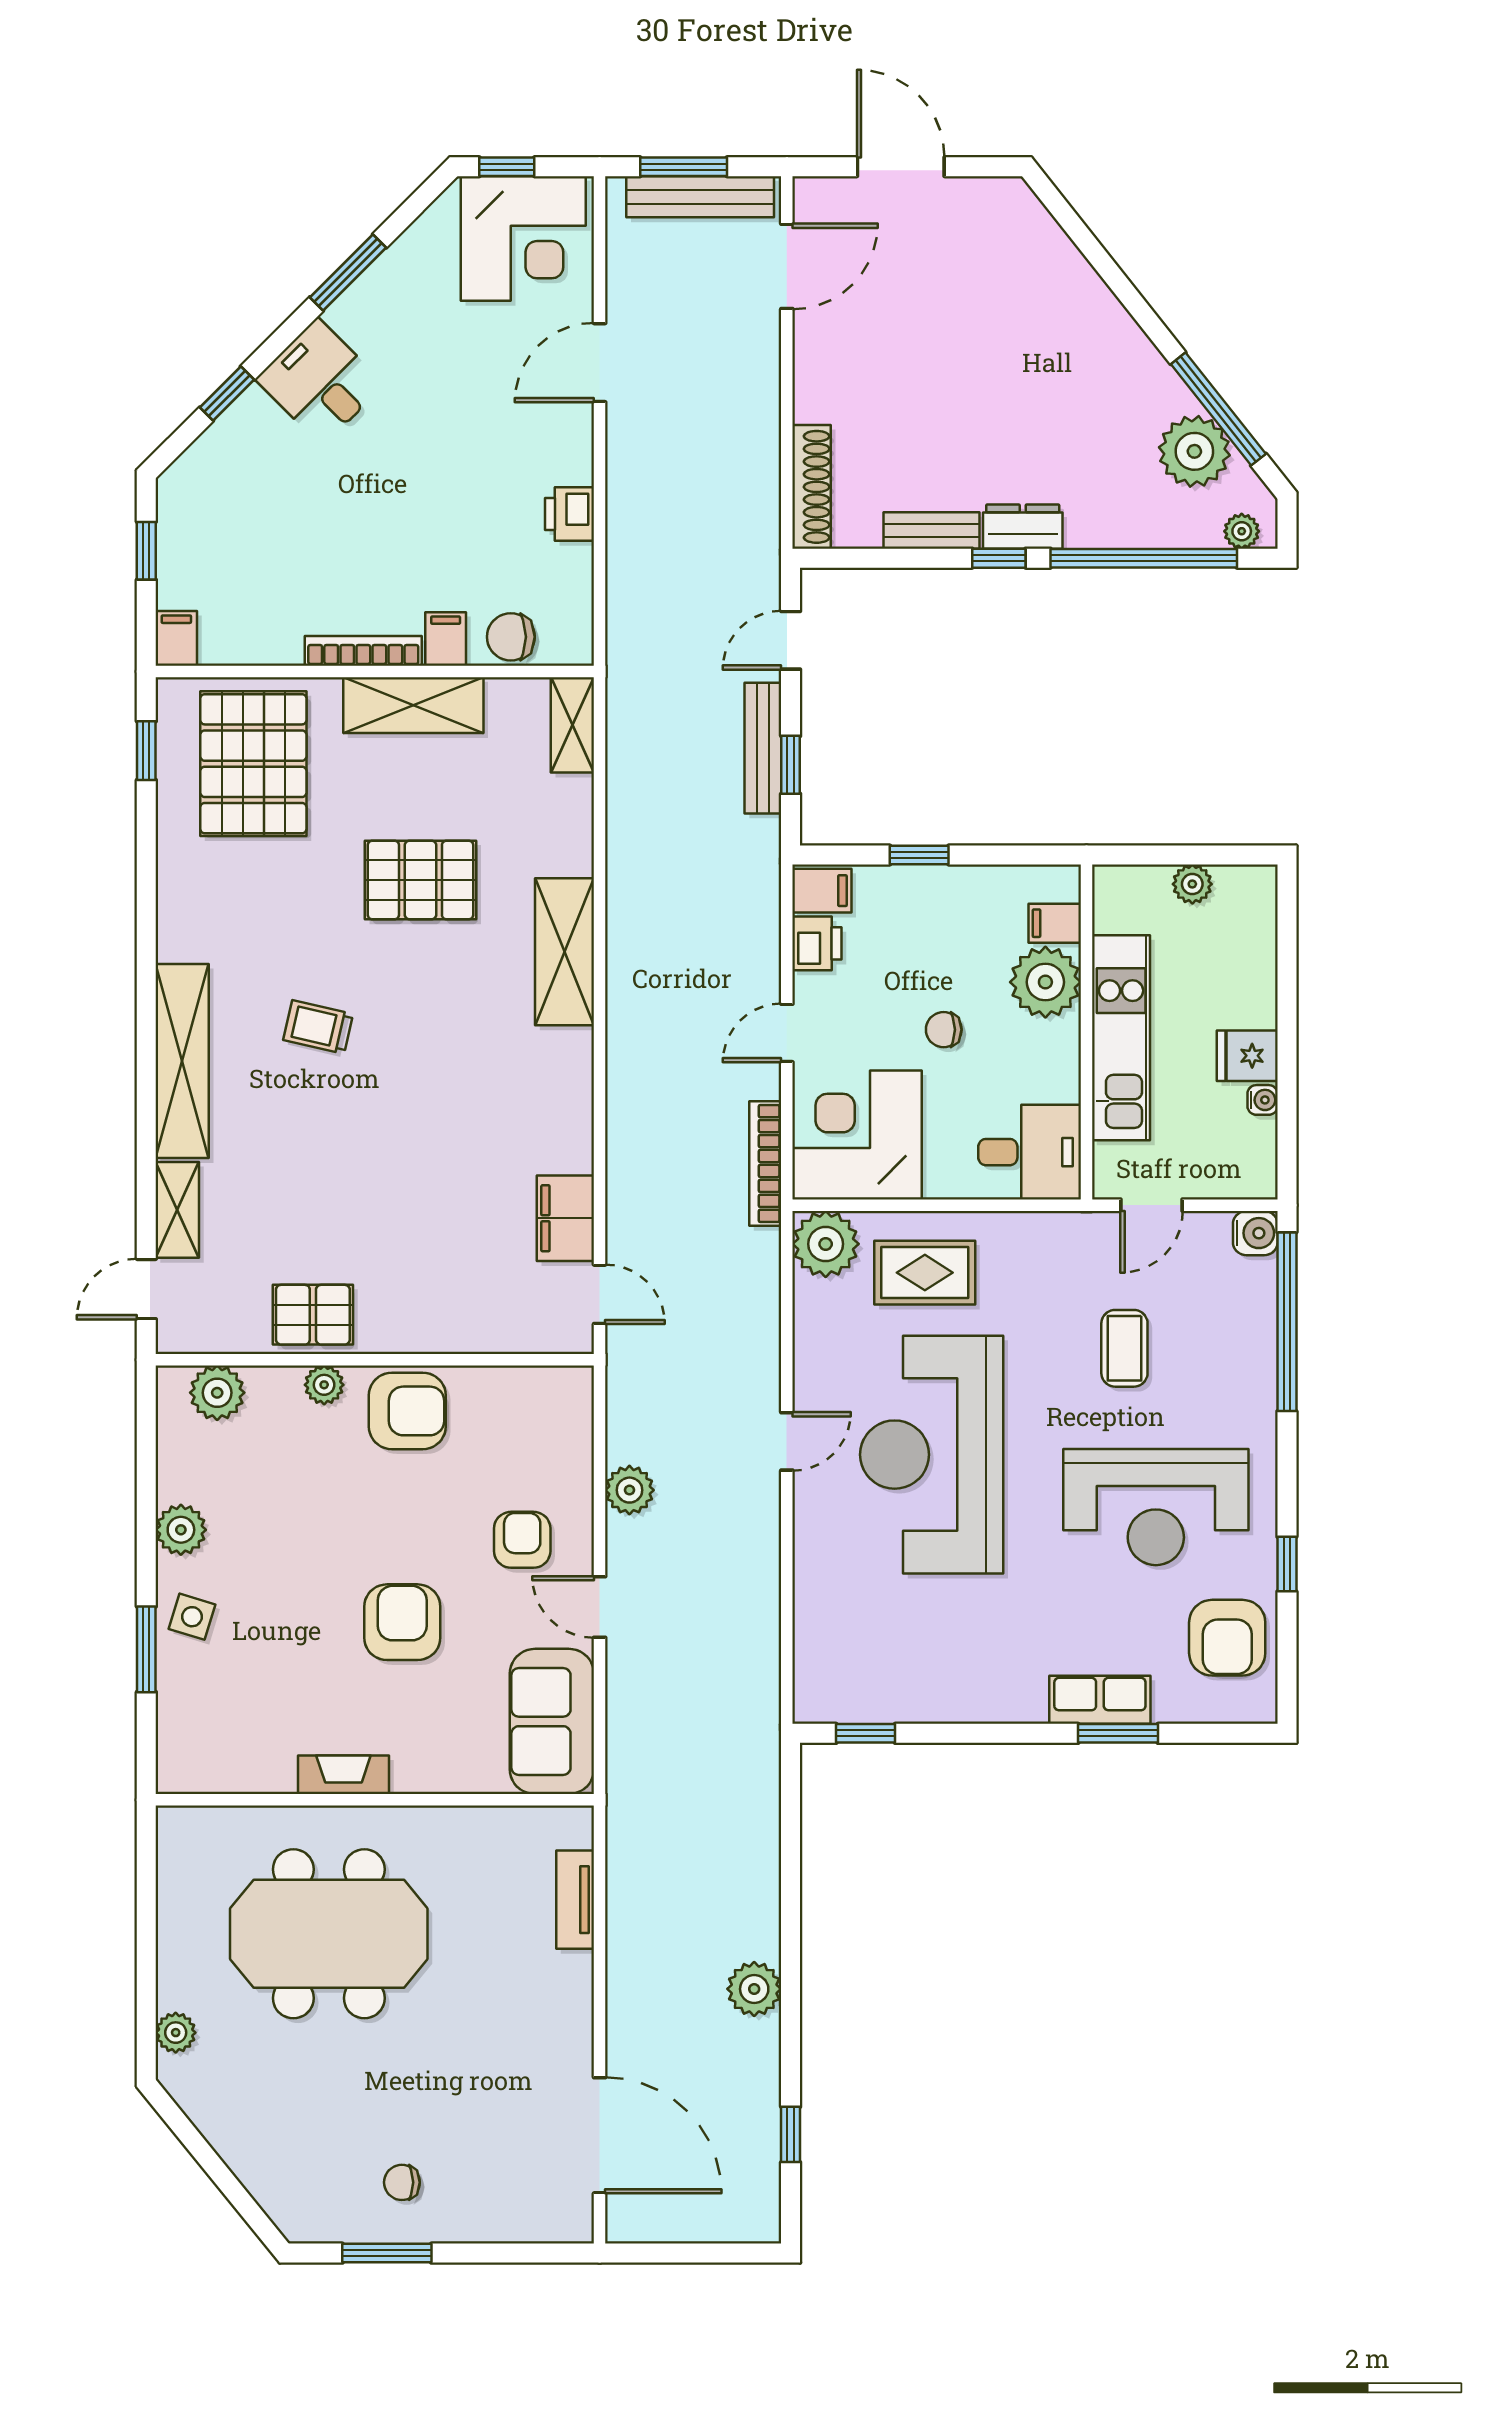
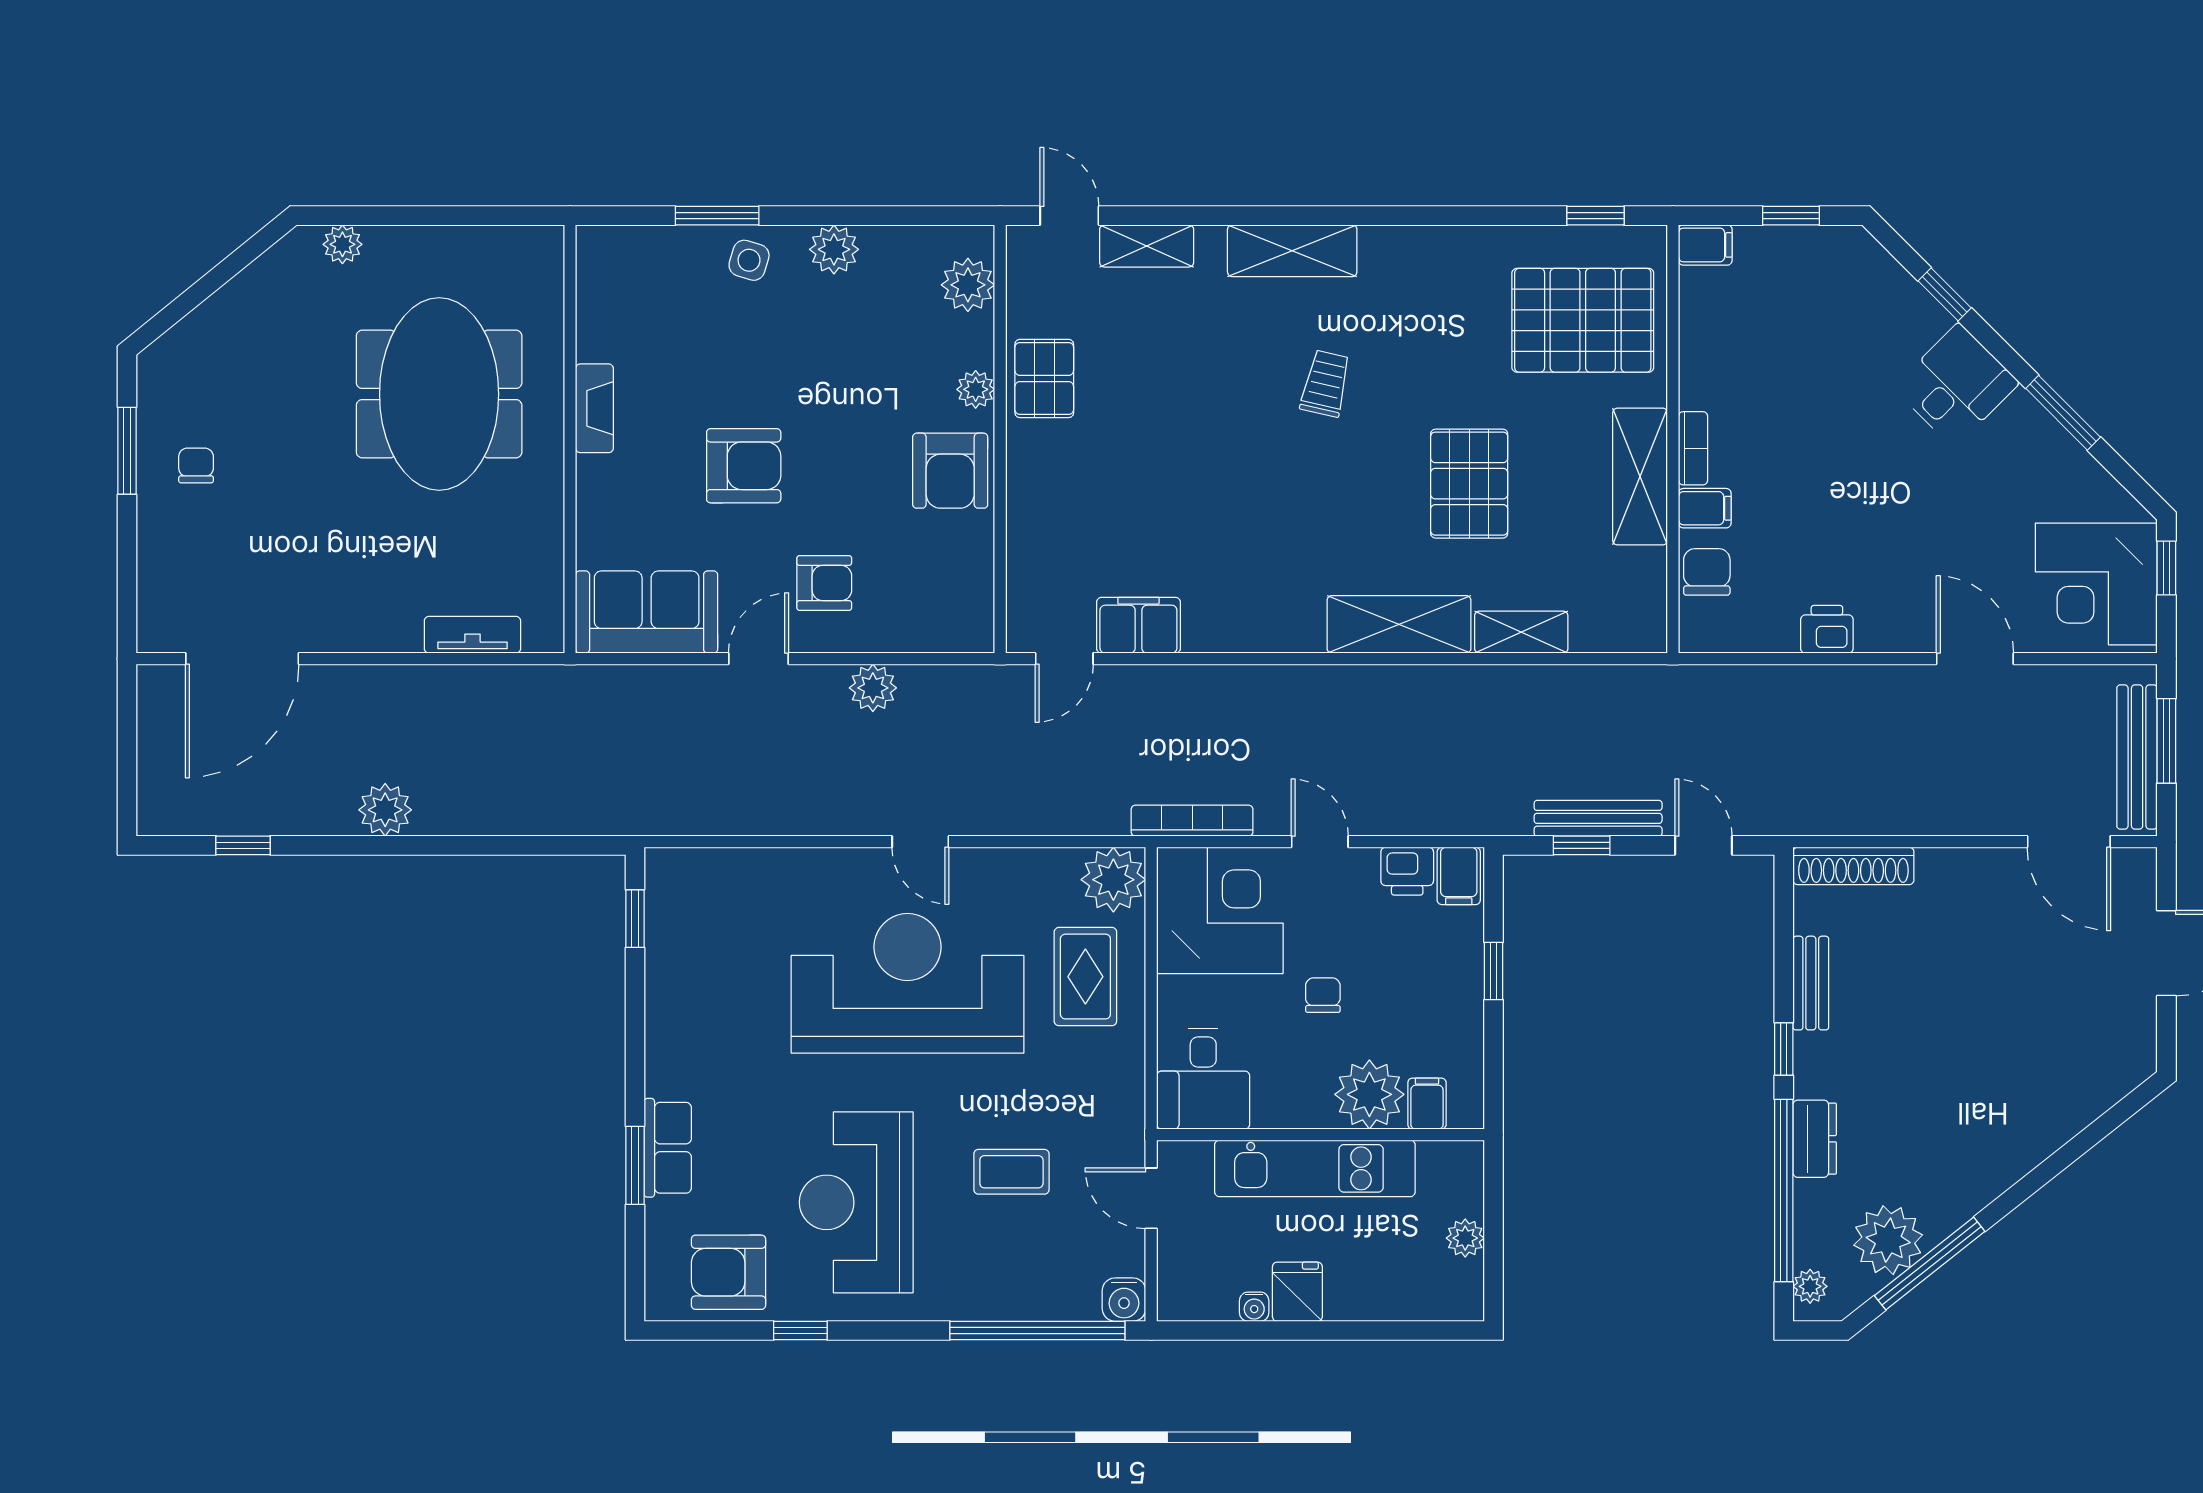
dresser: (1023, 527) -> (1815, 1139), moved
bookcase: (363, 651) -> (1693, 448), width x0.64
shelving: (572, 725) -> (1521, 632), moved
shelving: (182, 1061) -> (1292, 251), width x0.68

